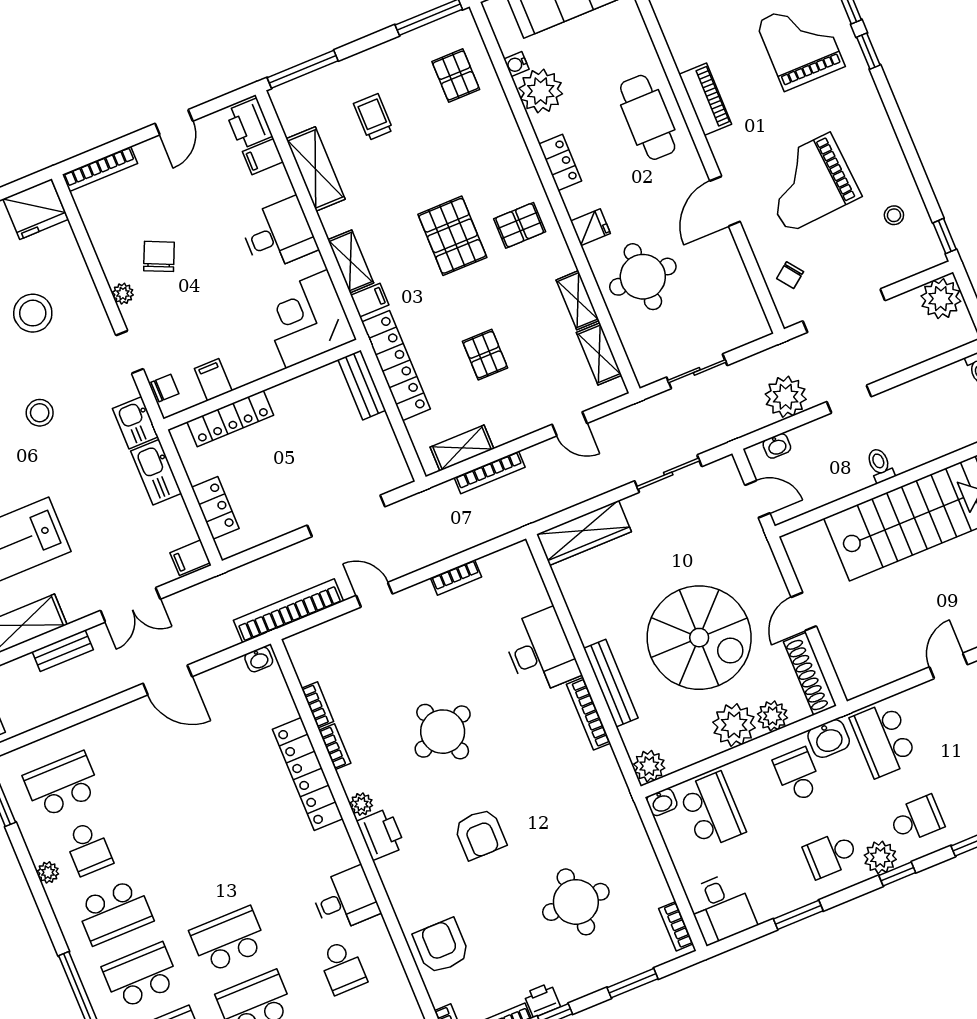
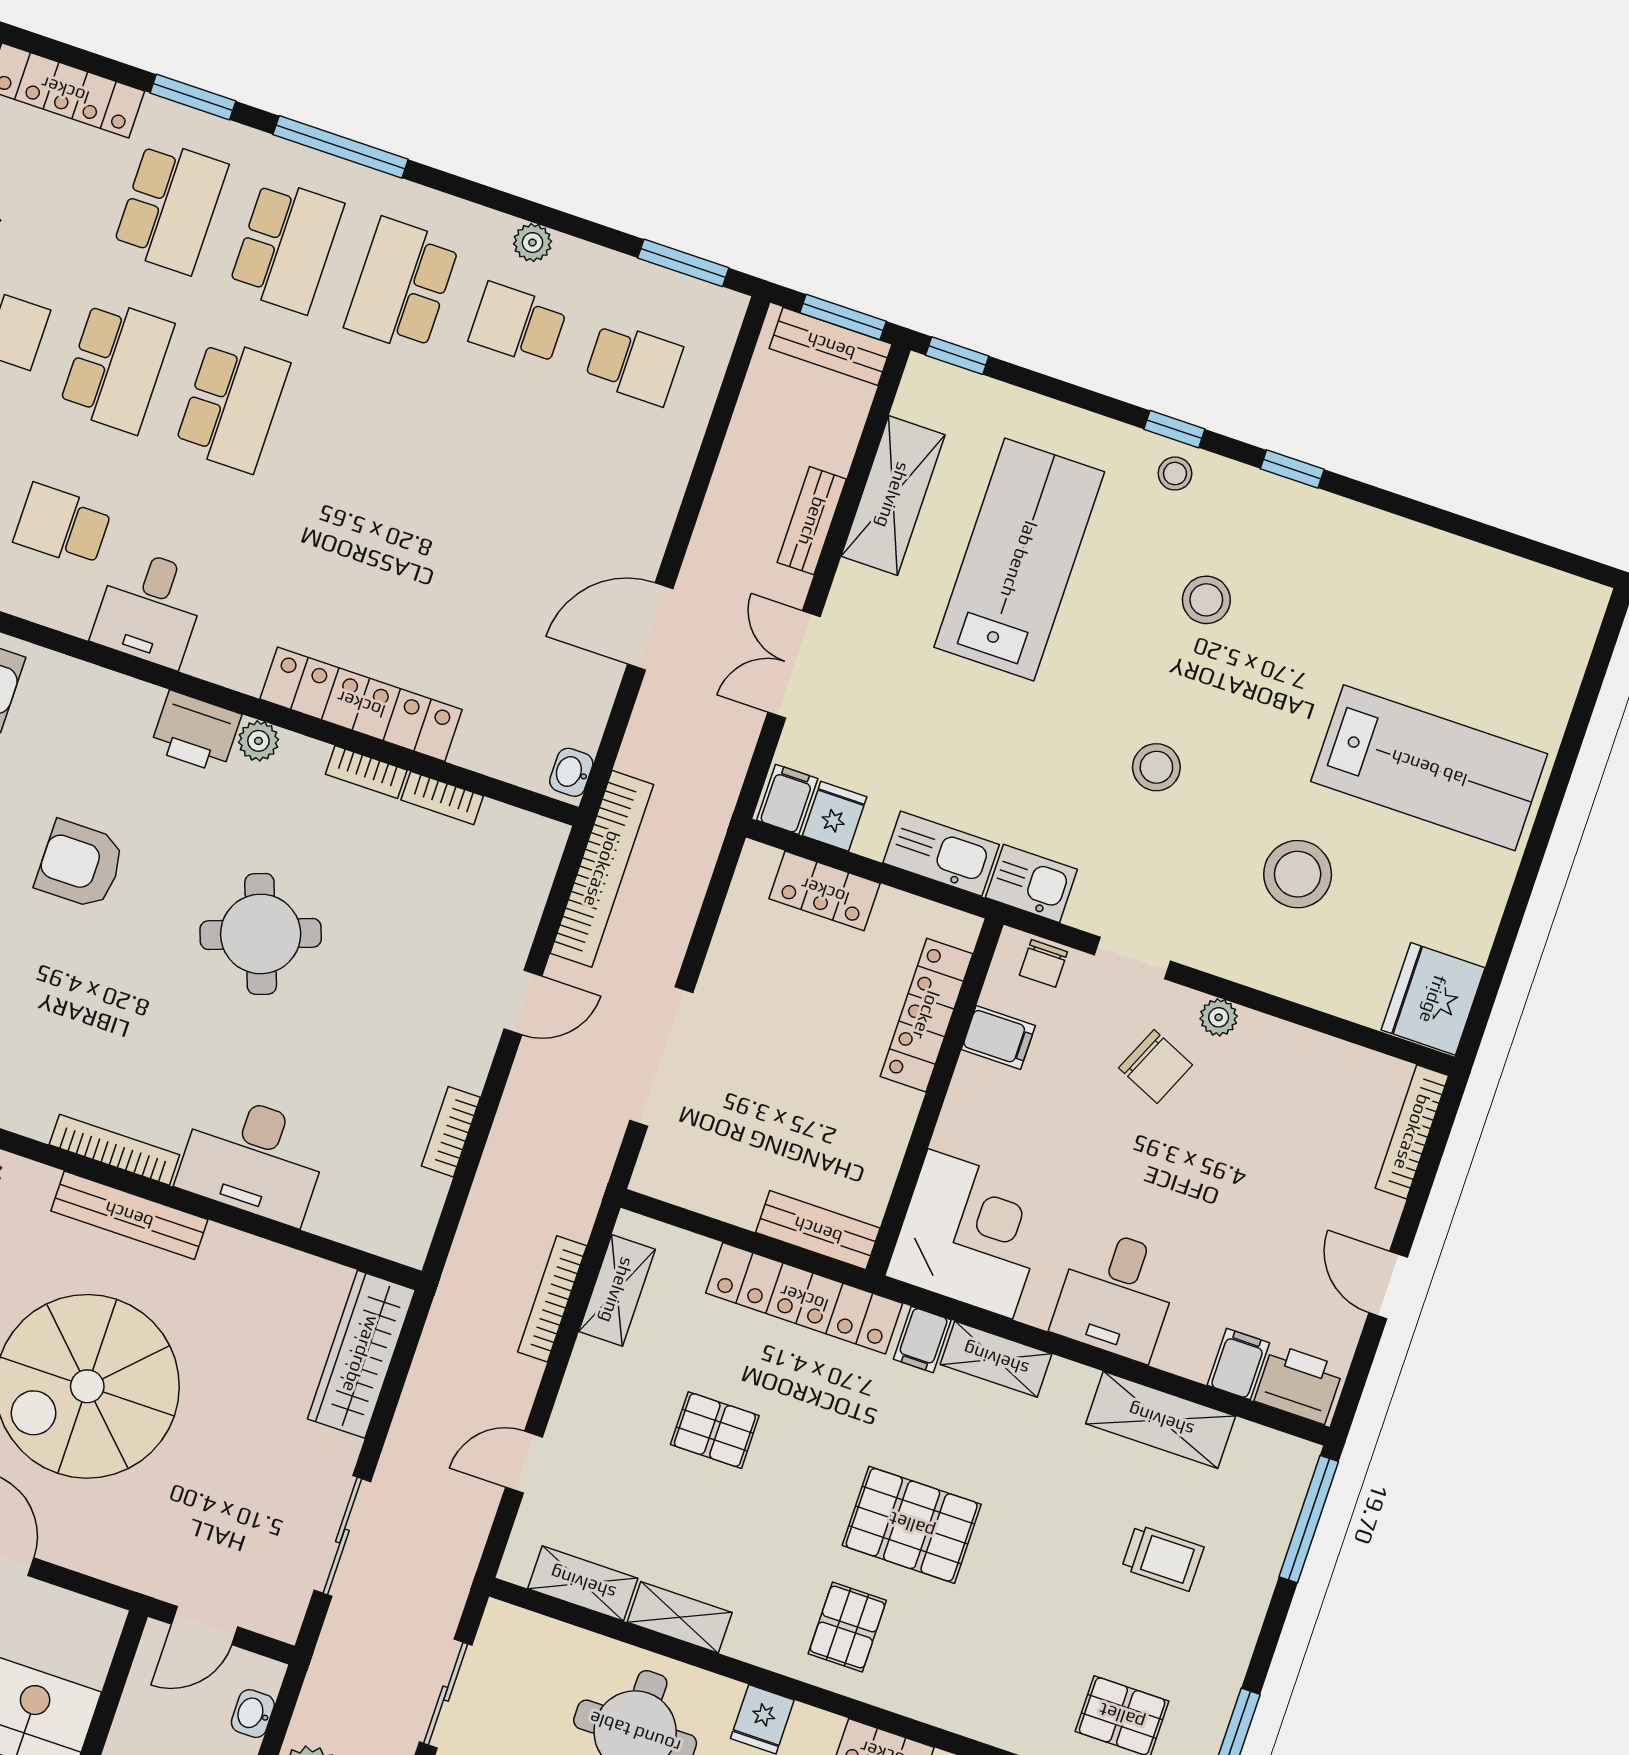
chair: (159, 256) -> (1156, 1066), moved
fridge: (180, 531) -> (835, 816), added
school desk: (62, 784) -> (634, 364), width x0.54

